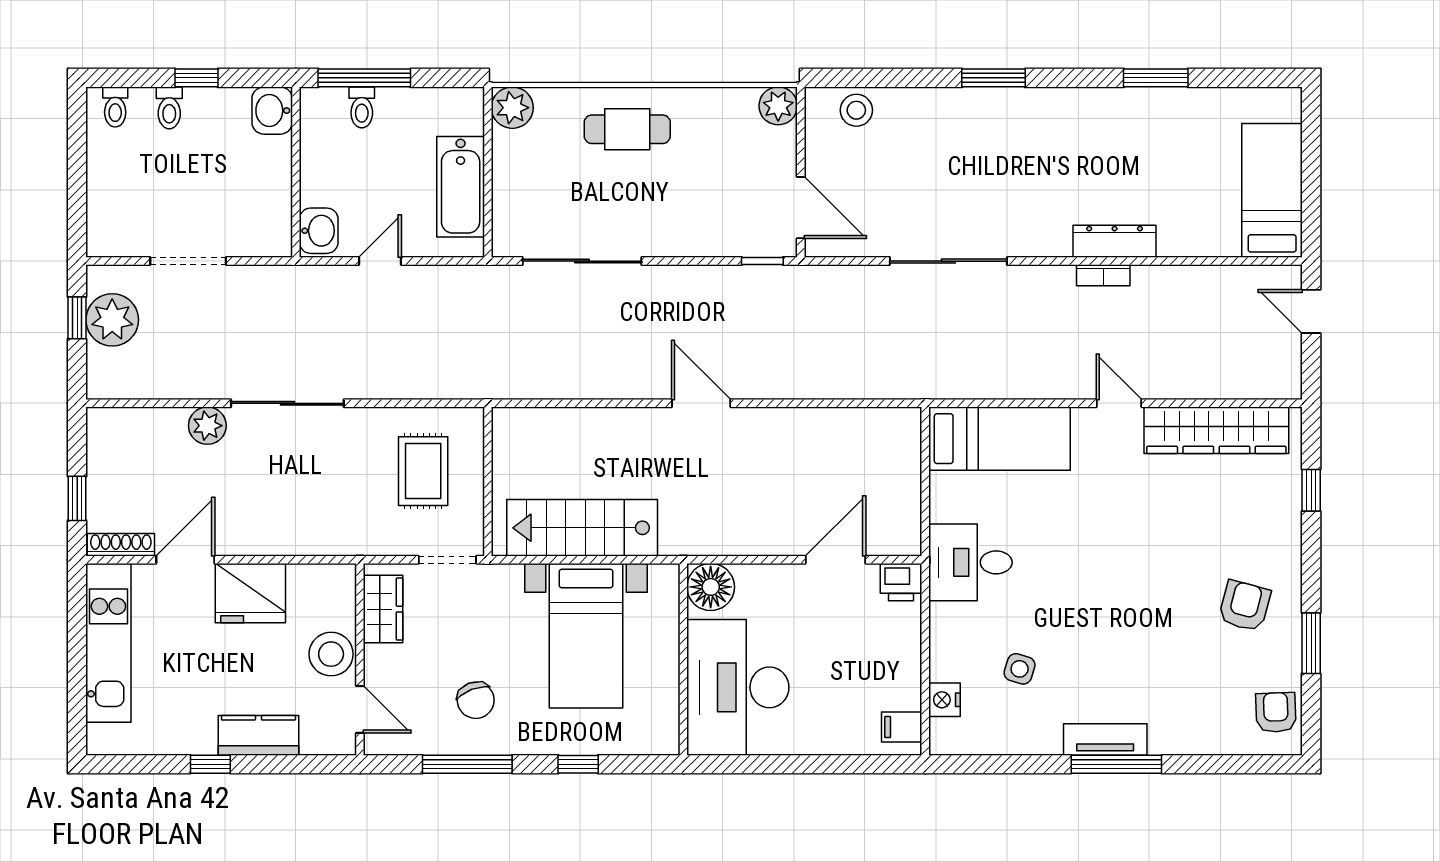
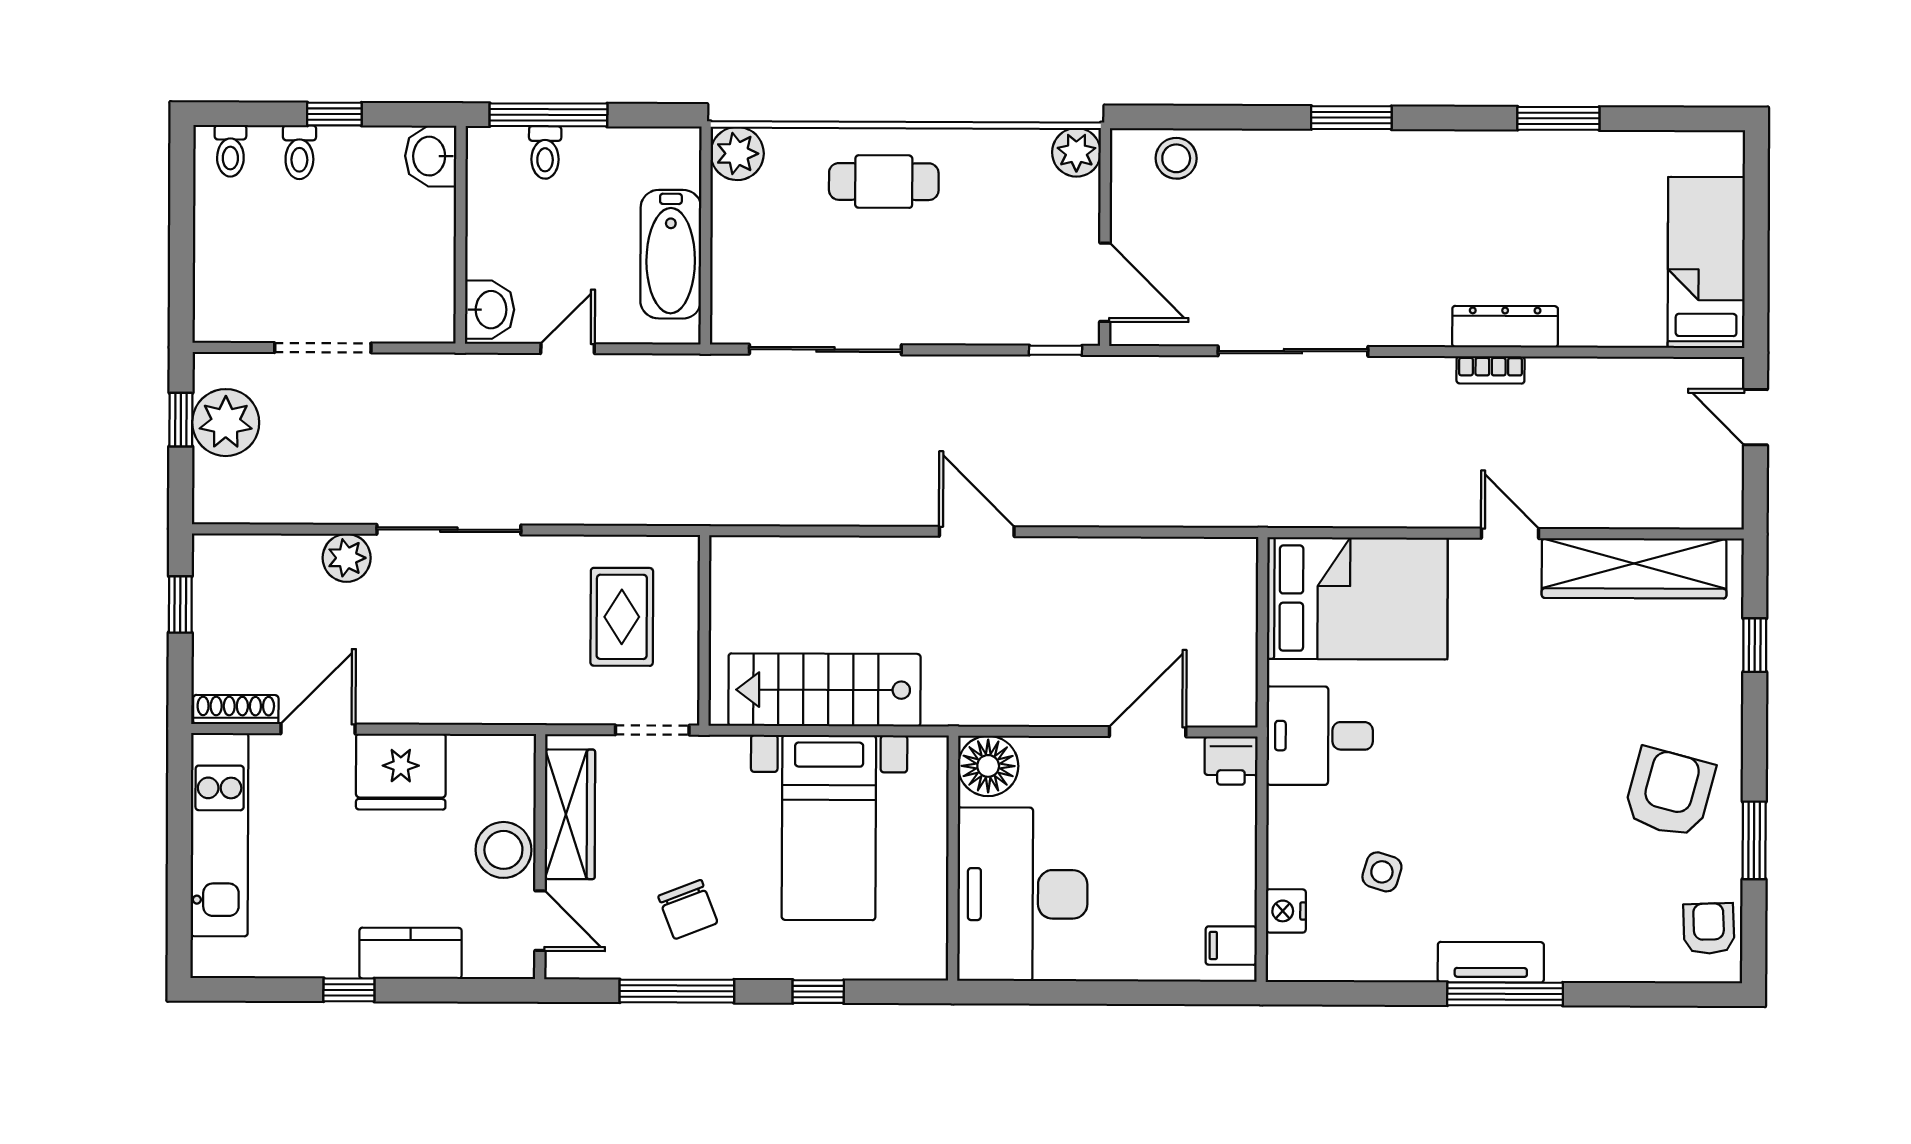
bed: (1000, 439) -> (1357, 598), width x1.50
window: (77, 498) -> (180, 604), moved
armchair: (1245, 606) -> (1669, 793), width x1.38, depth x1.38
wardrobe: (383, 609) -> (570, 814), width x1.50

